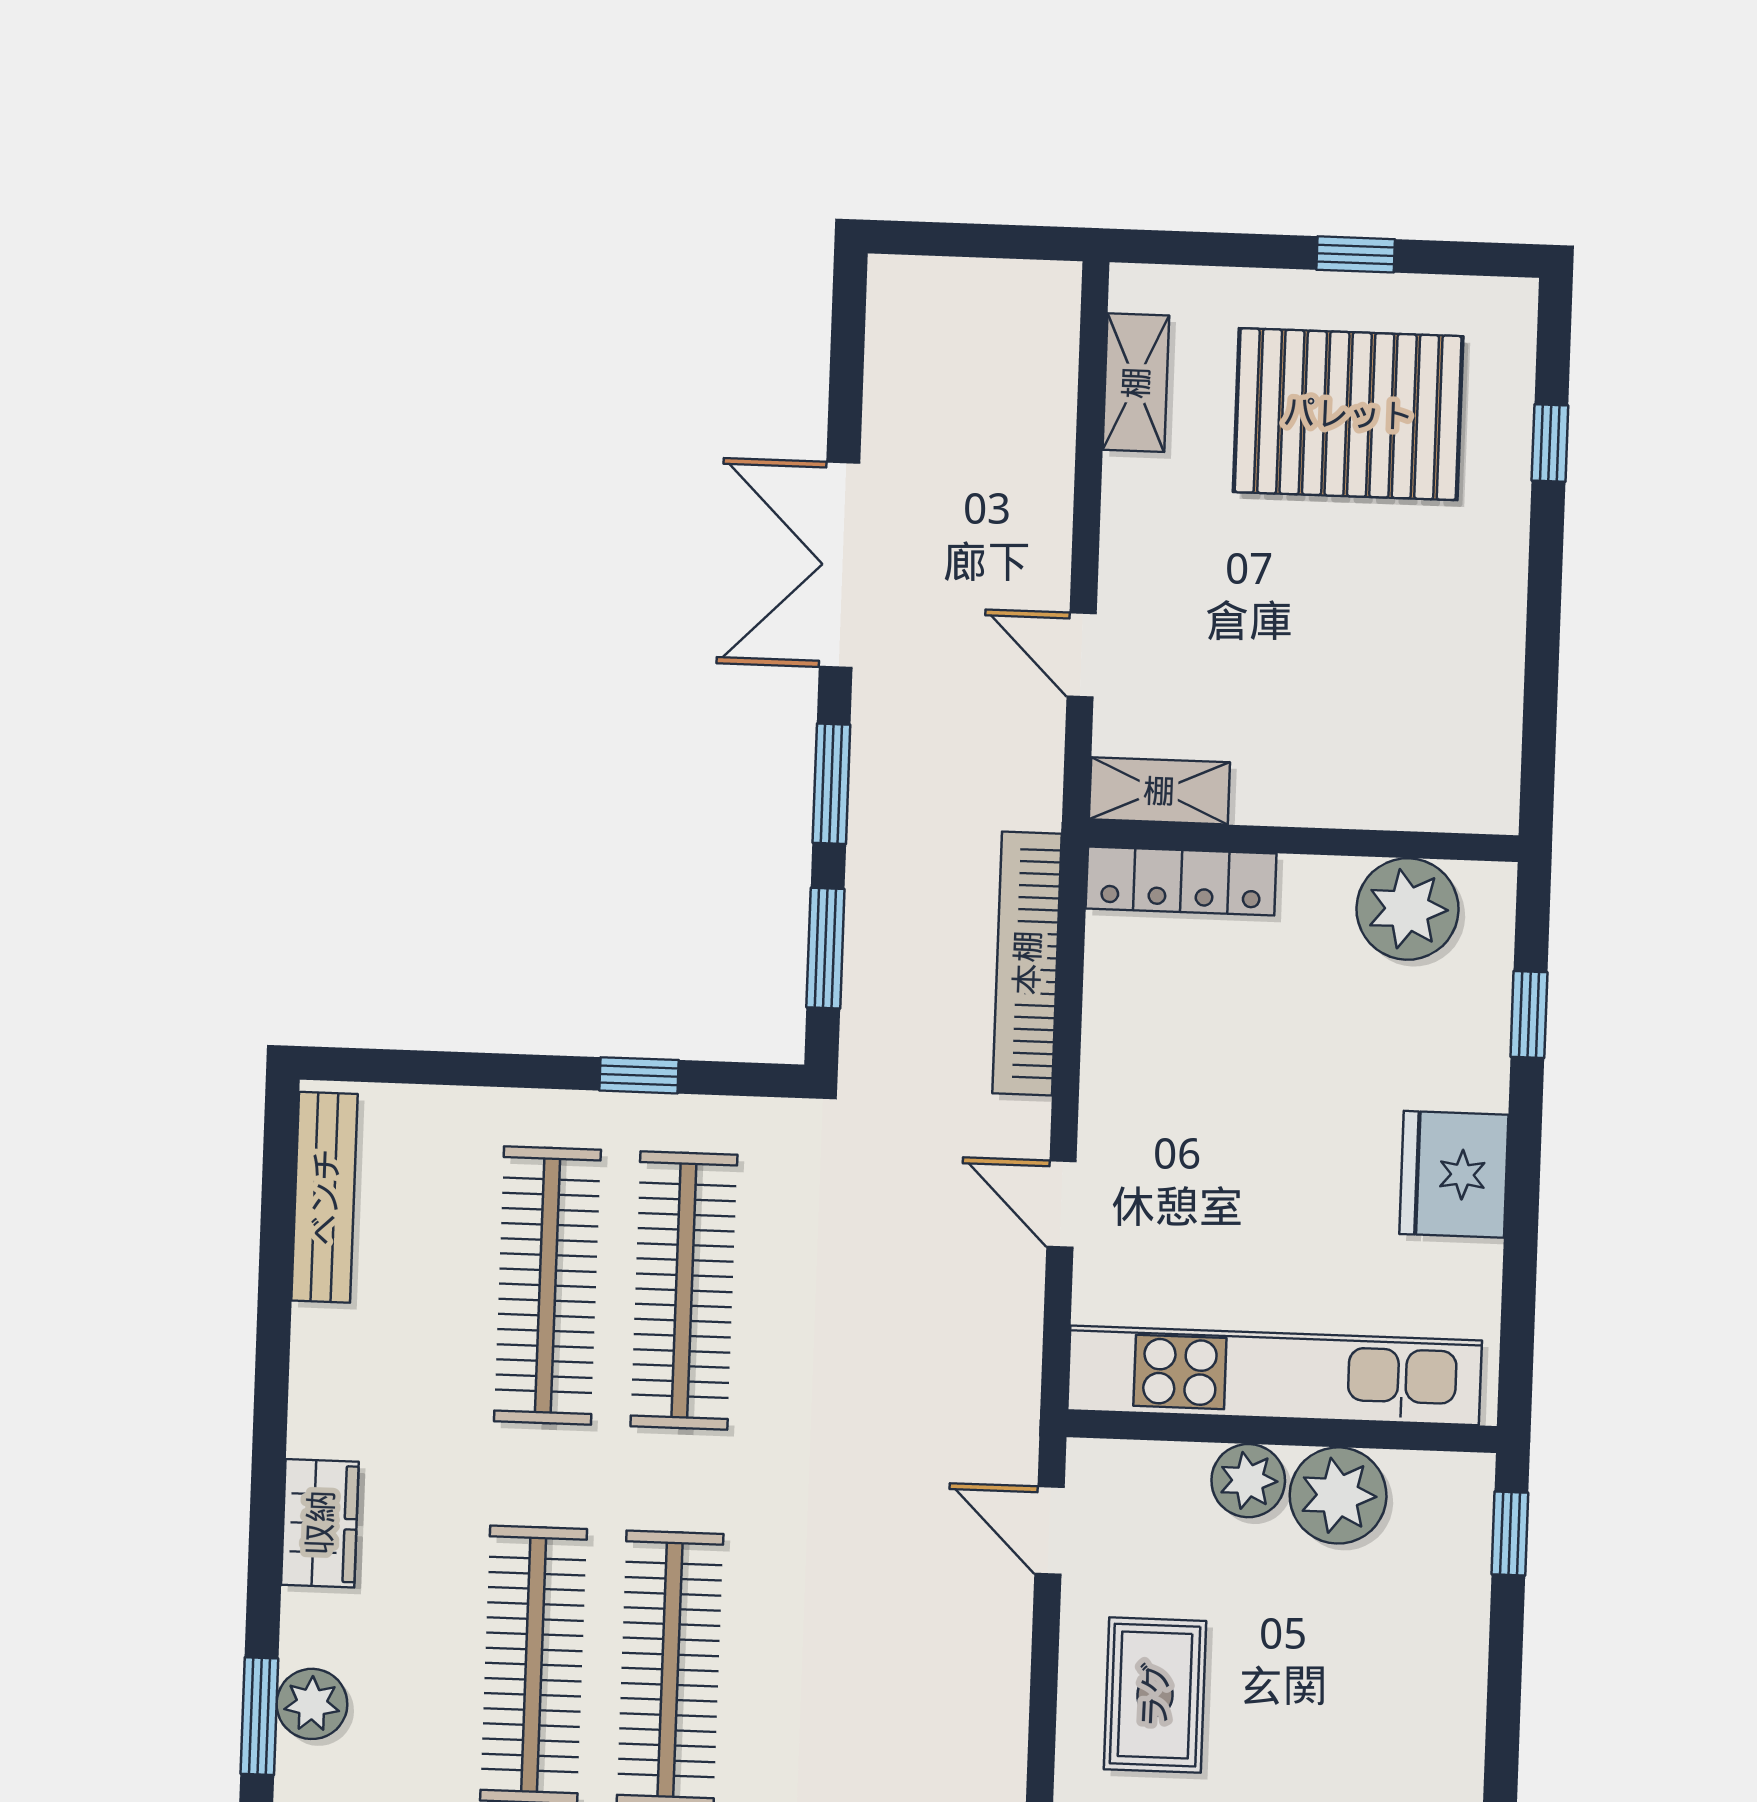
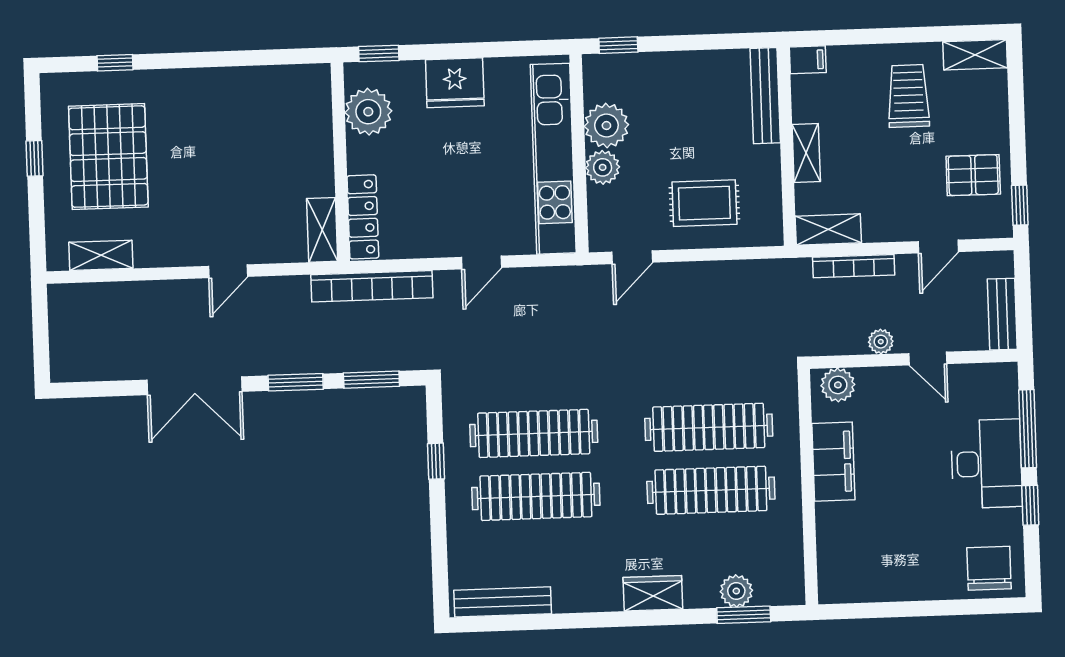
shelving: (1159, 791) -> (322, 230), moved
wall: (1303, 841) -> (340, 162), moved
locker: (1181, 881) -> (363, 217), moved
plant: (1408, 909) -> (368, 112), moved

